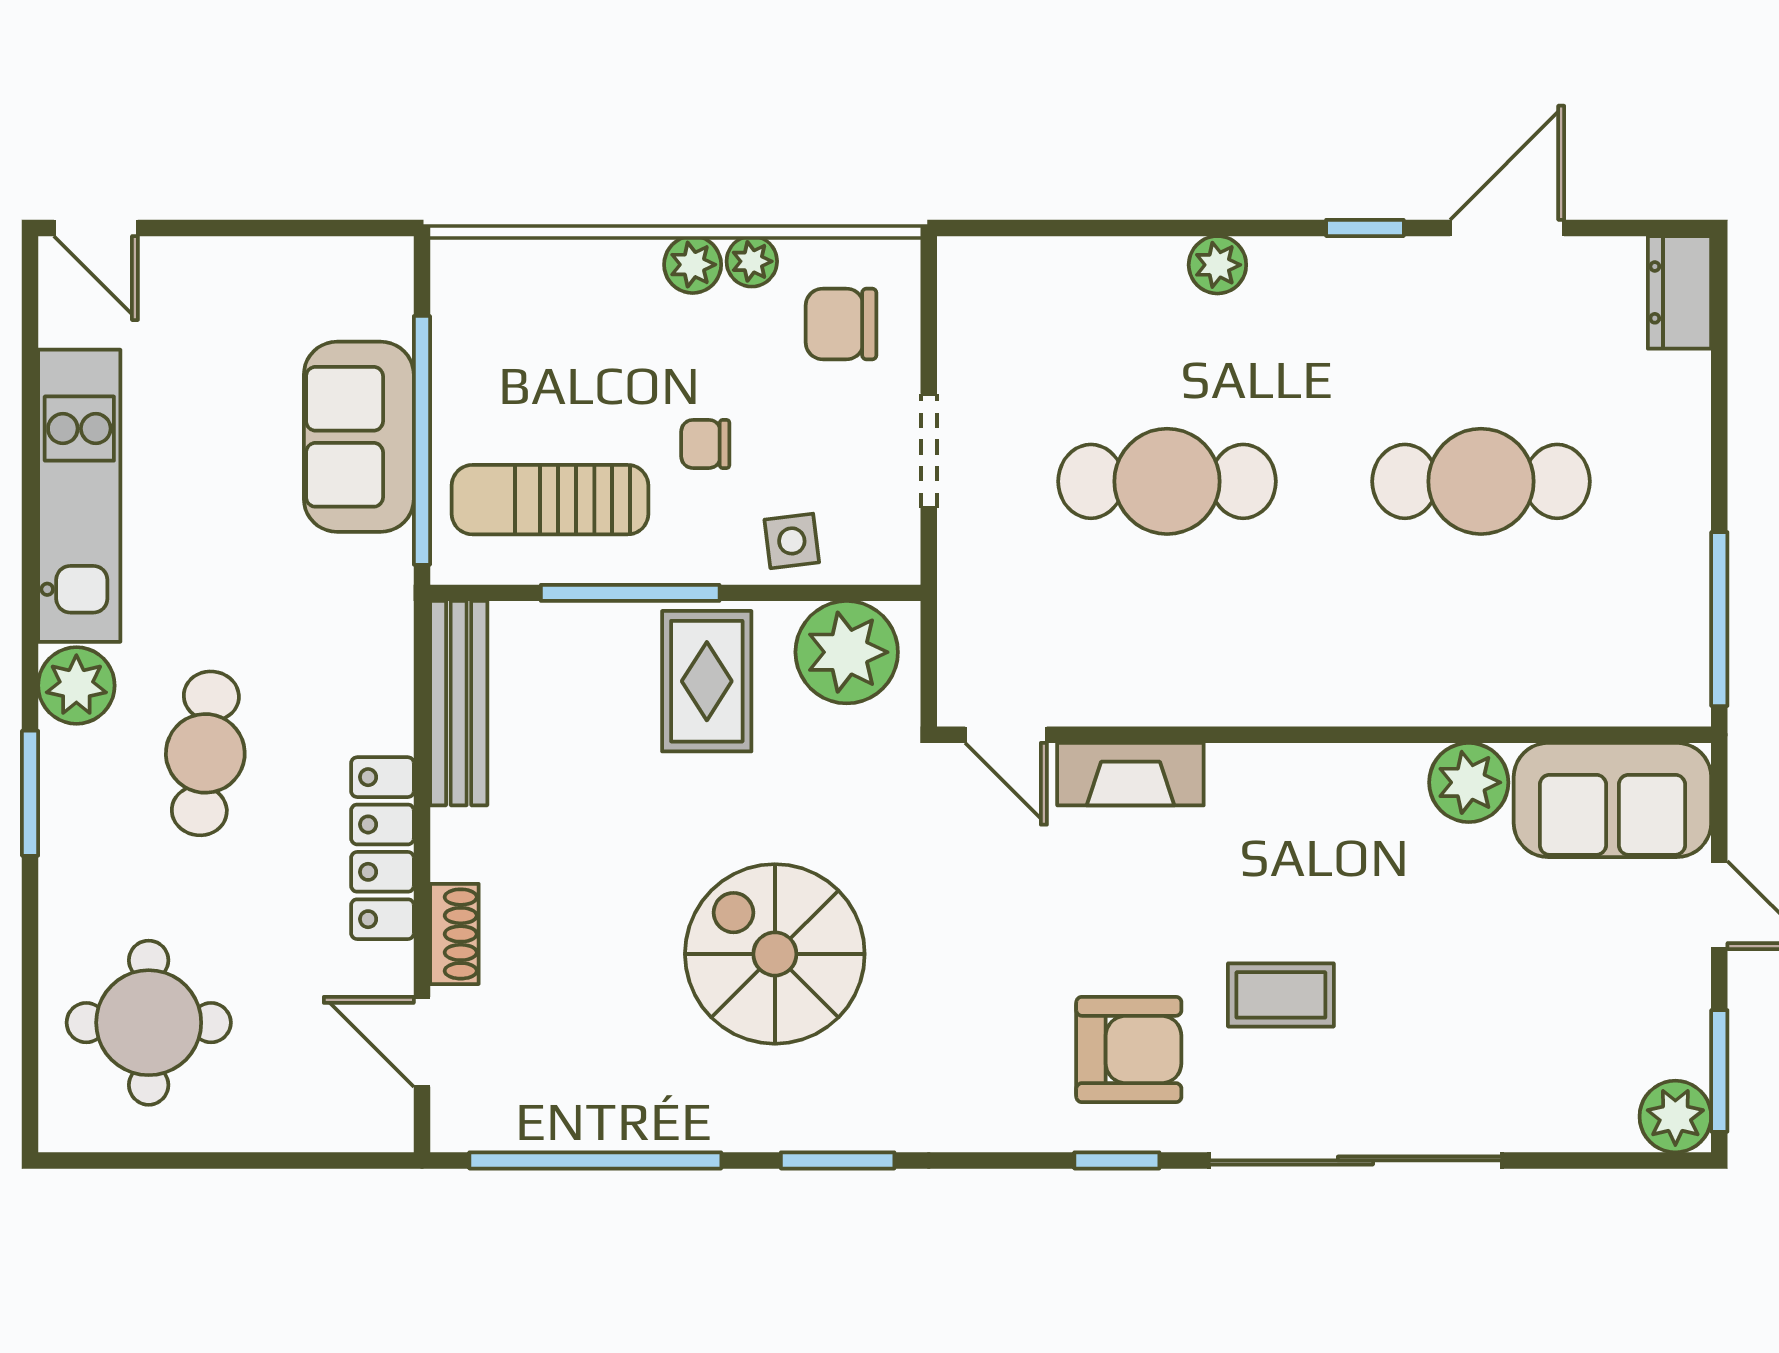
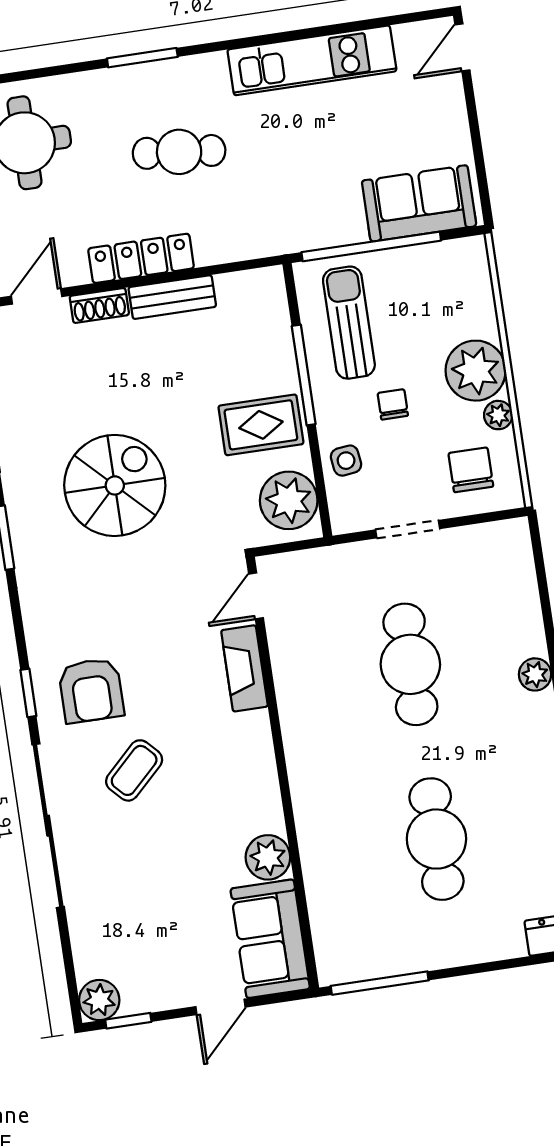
plant: (693, 265) -> (476, 371), width x1.87, depth x1.87
sofa: (359, 437) -> (419, 203), moved
plant: (76, 686) -> (206, 75), removed
bench: (459, 703) -> (172, 297), moved, width x0.73
coffee table: (1281, 995) -> (134, 770), turned 46
window: (1719, 1071) -> (128, 1021), width x0.67

